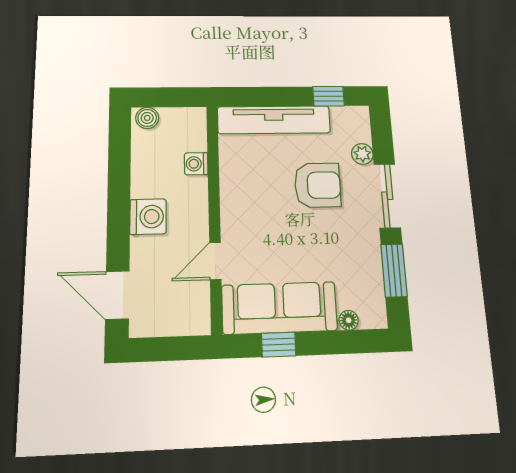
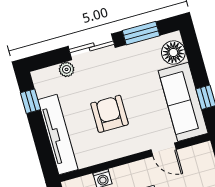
armchair: (318, 185) -> (110, 114), moved
floor lamp: (349, 320) -> (173, 53), width x1.89, depth x1.89

